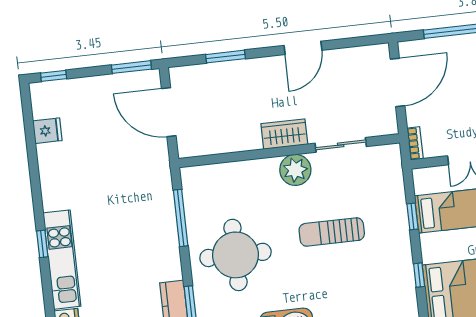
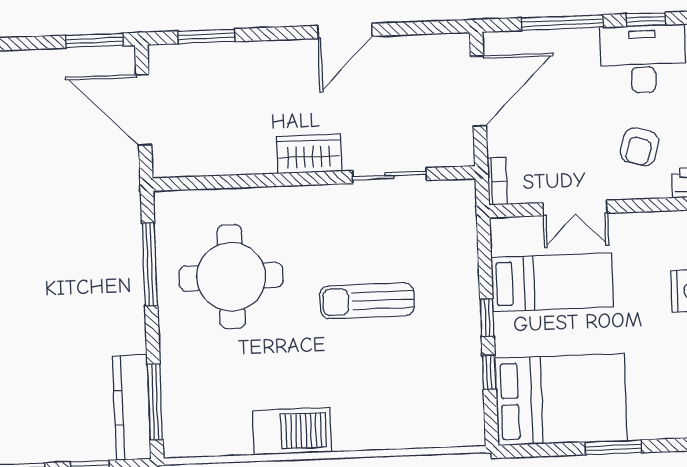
window: (226, 57) -> (206, 36), moved
plant: (295, 170) -> (321, 207), removed
window: (413, 216) -> (487, 318), moved
round table: (235, 255) -> (231, 277), moved

